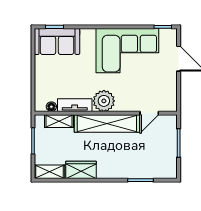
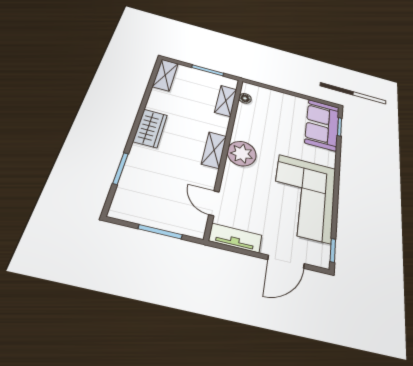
tv unit: (75, 105) -> (235, 238), moved, turned -90
shelving: (107, 123) -> (214, 150), width x0.45, depth x0.75
wardrobe: (81, 170) -> (150, 128), moved

